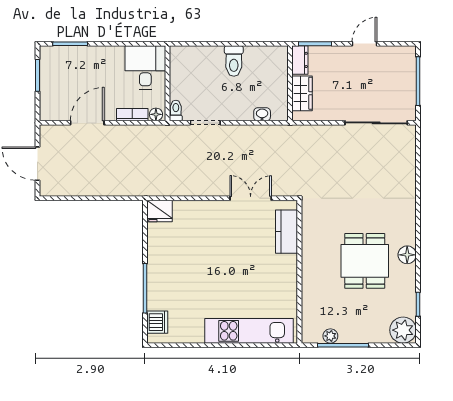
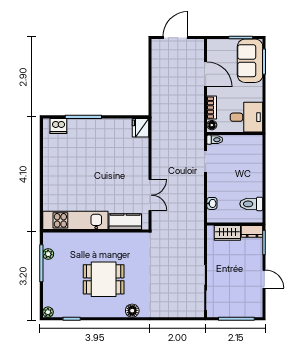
toilet: (234, 61) -> (251, 204), moved
sofa: (69, 63) -> (250, 61), added
floor lamp: (407, 255) -> (132, 311), moved
plant: (403, 330) -> (48, 312), width x0.53, depth x0.53
kitchen unit: (249, 331) -> (75, 220), moved, turned -90

